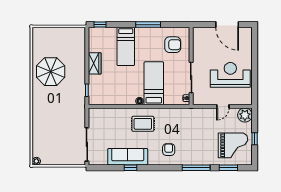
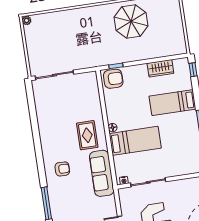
armchair: (173, 45) -> (113, 79), moved, turned -90
wardrobe: (95, 63) -> (160, 68), moved
sofa: (128, 157) -> (102, 173), moved, turned 180
window: (130, 168) -> (35, 129), removed

